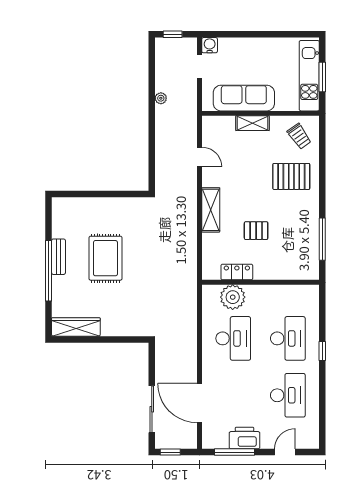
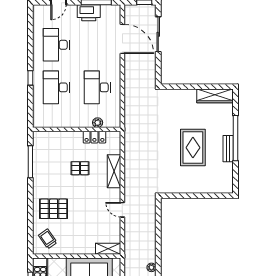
shelving: (252, 123) -> (108, 249), moved
door: (200, 157) -> (122, 210), moved
shelving: (211, 210) -> (114, 171), moved
plant: (233, 297) -> (98, 123), width x0.53, depth x0.53

